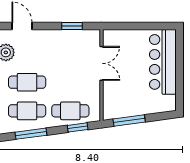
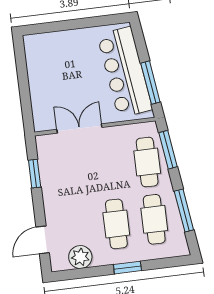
bar counter: (163, 62) -> (125, 72), moved, turned 82
window: (78, 127) -> (168, 150), width x1.44

